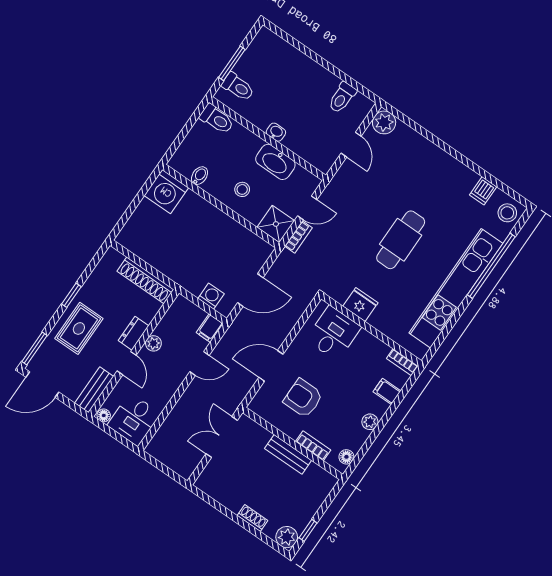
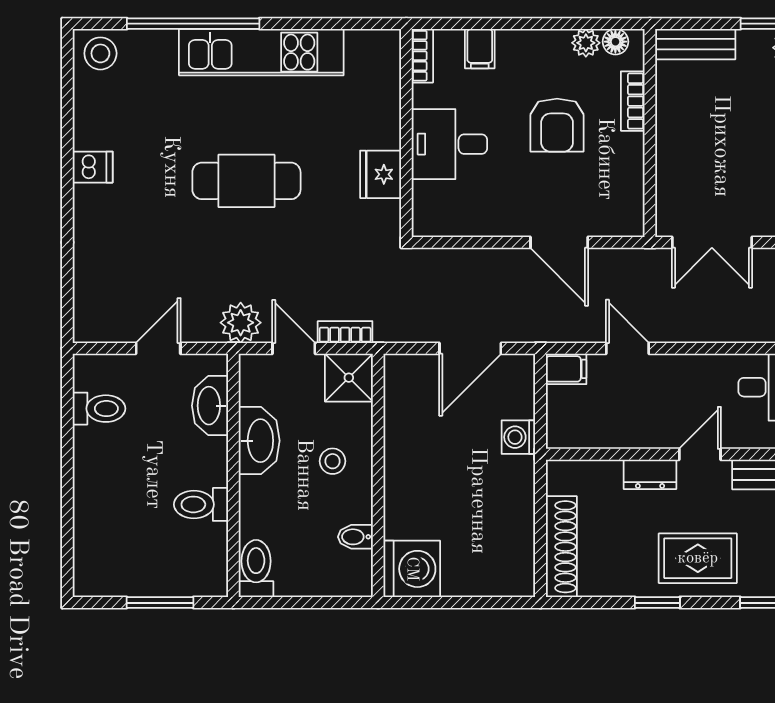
toilet: (238, 87) -> (201, 504), moved, turned -90
plant: (384, 122) -> (241, 323), moved
washbasin: (276, 132) -> (210, 406), moved, width x1.91, depth x1.45
dishwasher: (483, 191) -> (93, 167), moved
shoe rack: (145, 280) -> (561, 547), moved
kitchen unit: (456, 288) -> (261, 52), width x0.73
door: (250, 290) -> (470, 348), swing flipped
washing machine: (211, 296) -> (518, 437), moved
desk: (333, 333) -> (449, 144), moved
plant: (153, 343) -> (645, 435), removed
armchair: (303, 398) -> (557, 125), moved
plant: (370, 422) -> (586, 43), moved
bench: (288, 454) -> (695, 44), moved, turned 90

